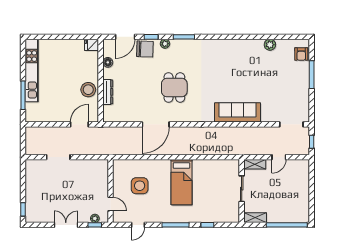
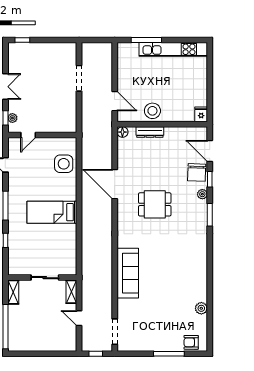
floor lamp: (108, 62) -> (122, 132), moved
side table: (140, 186) -> (64, 164), moved

